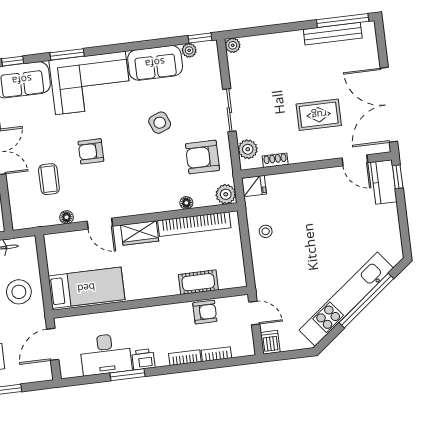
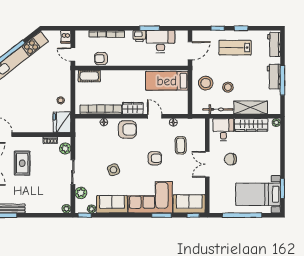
rug: (319, 115) -> (22, 163), turned 90
armchair: (202, 157) -> (127, 129), moved
fridge: (254, 186) -> (62, 122), width x1.88, depth x1.34
plant: (226, 194) -> (81, 193), moved
cot: (198, 282) -> (89, 76), moved

